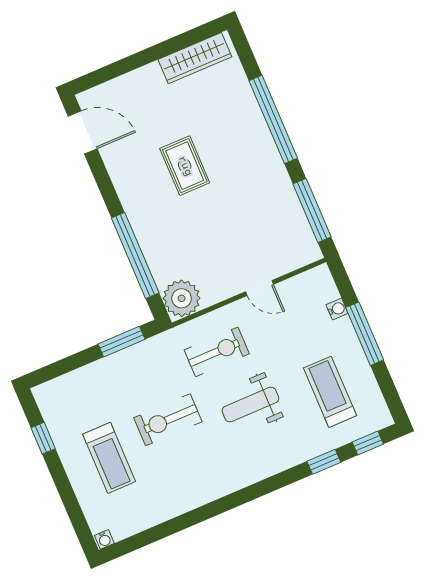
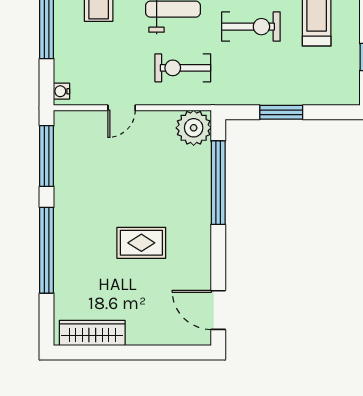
rug: (185, 166) -> (141, 243), turned 90
door: (259, 288) -> (122, 108), swing flipped
water cooler: (337, 309) -> (61, 91), moved
window: (122, 342) -> (281, 112), moved

